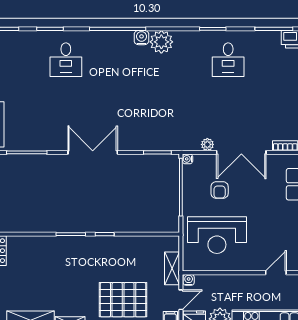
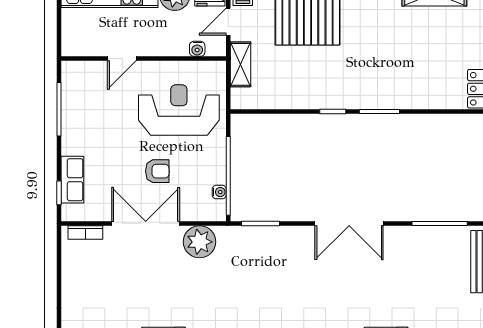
plant: (207, 144) -> (200, 242), width x1.88, depth x1.88
water cooler: (188, 159) -> (219, 192), moved
armchair: (220, 190) -> (157, 171), moved, turned 90
door: (276, 273) -> (122, 59), moved
water cooler: (189, 280) -> (197, 49), moved

